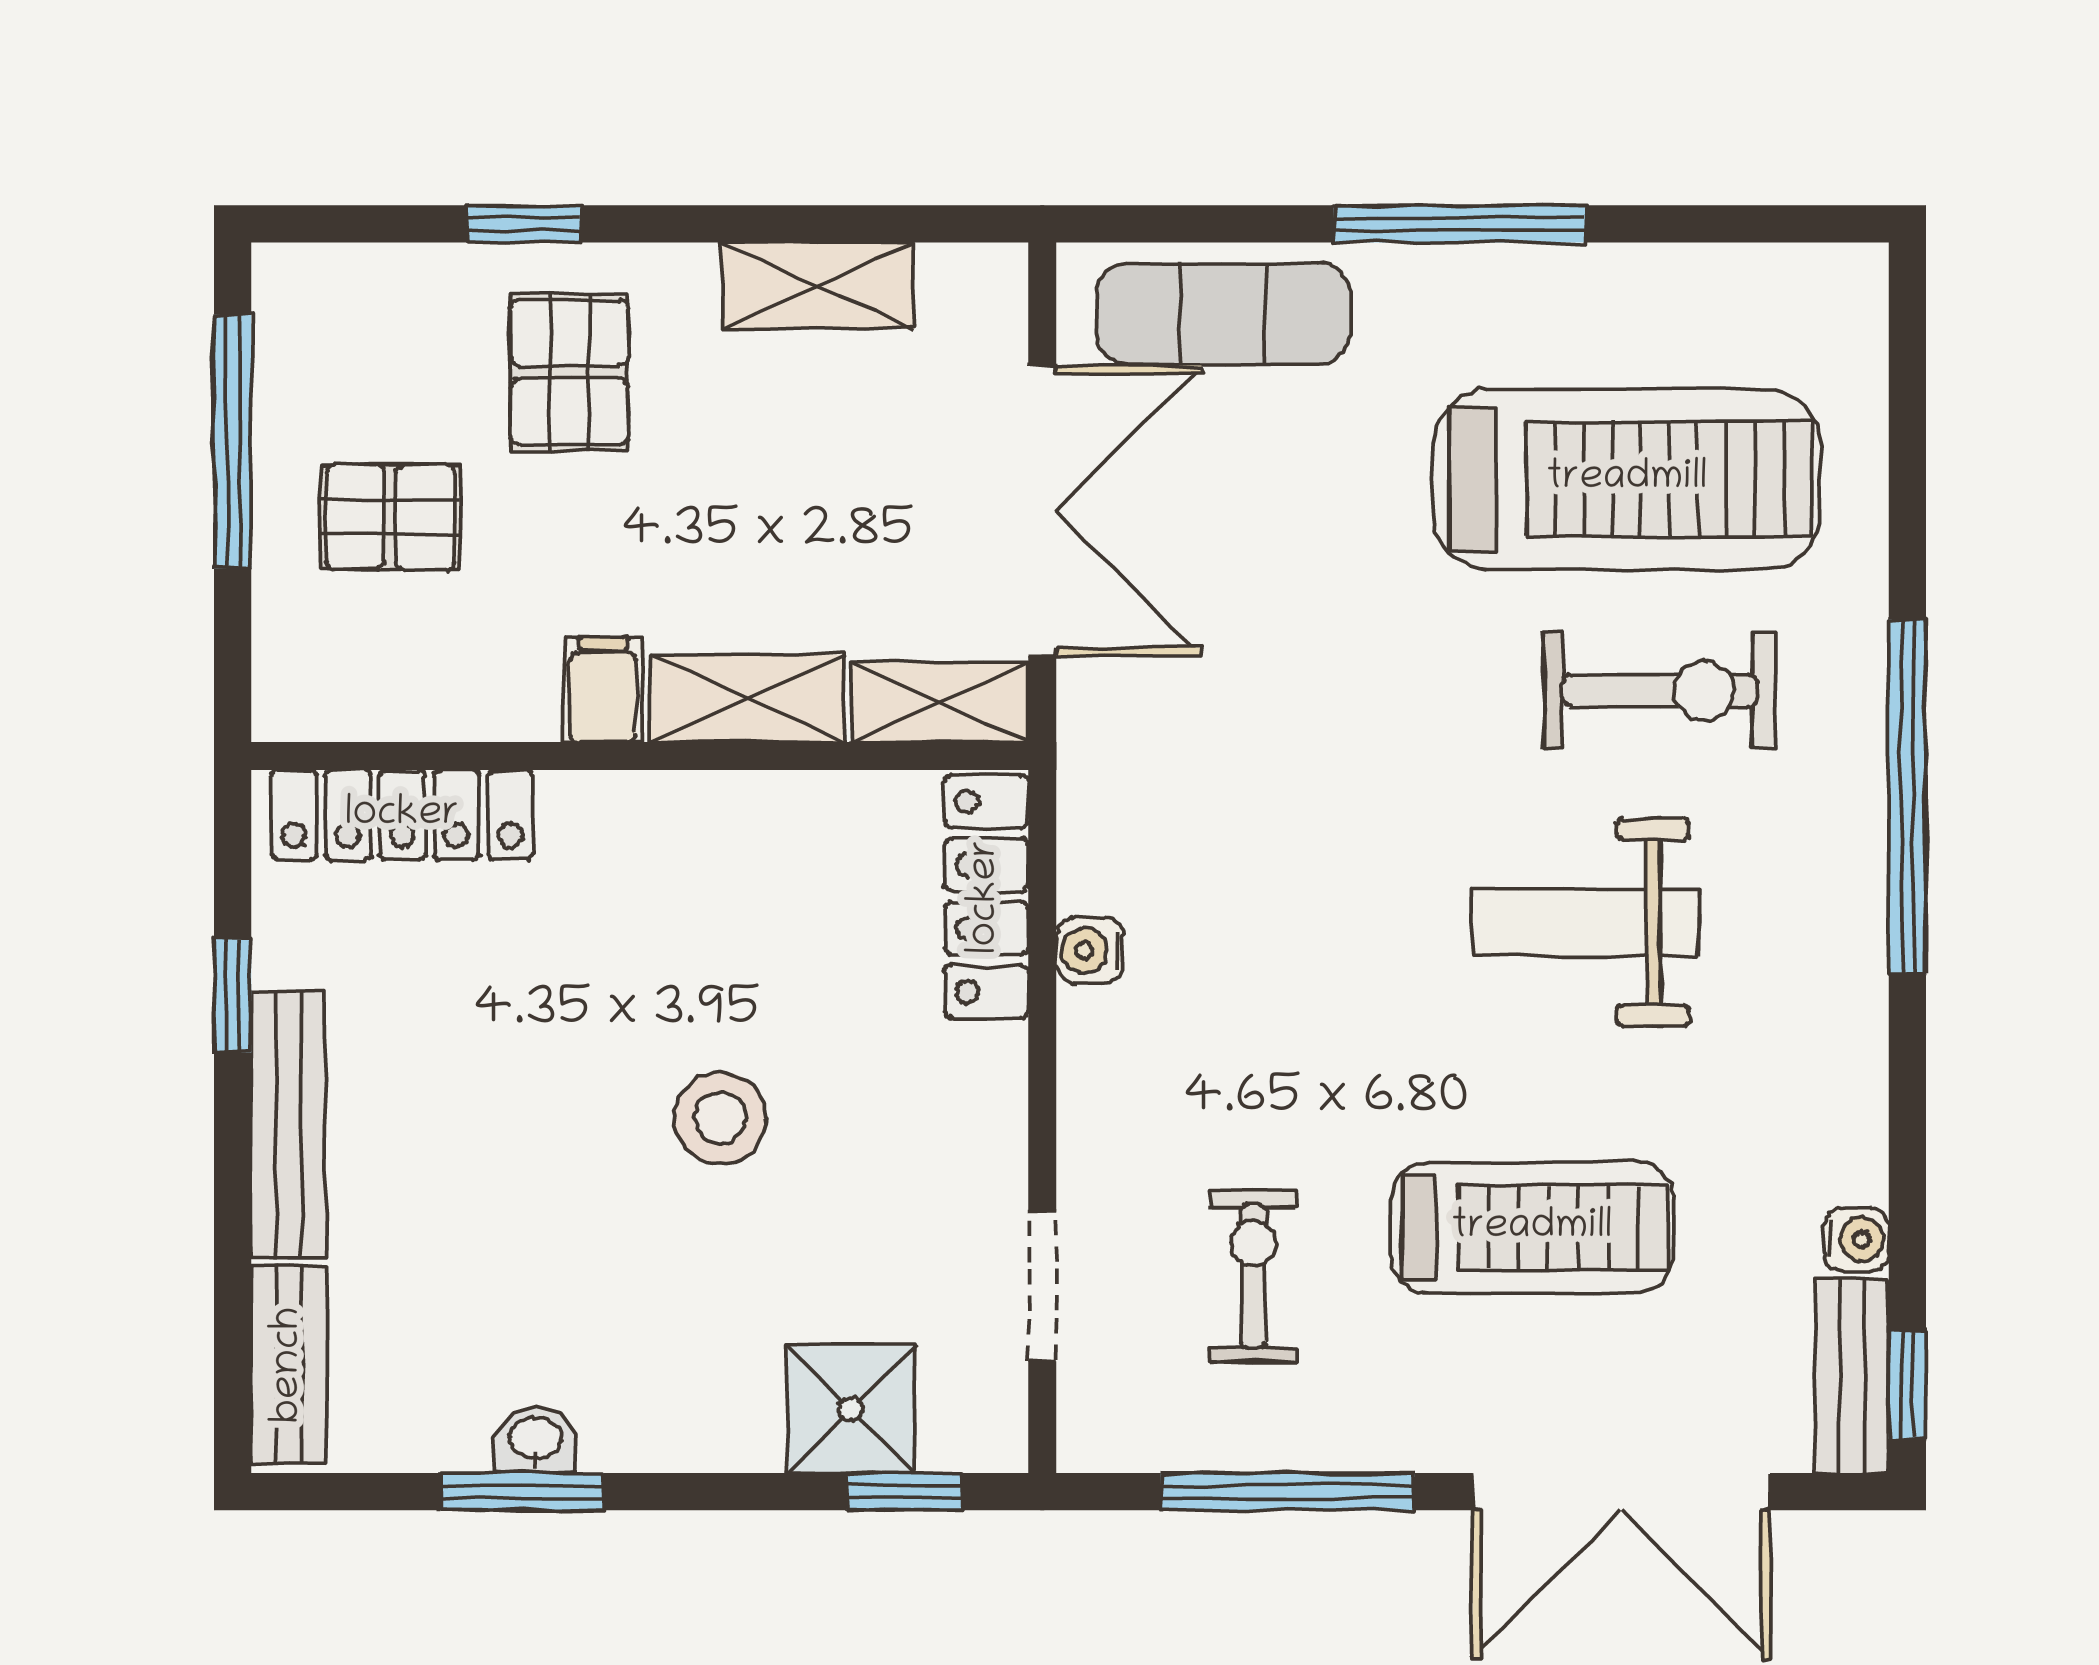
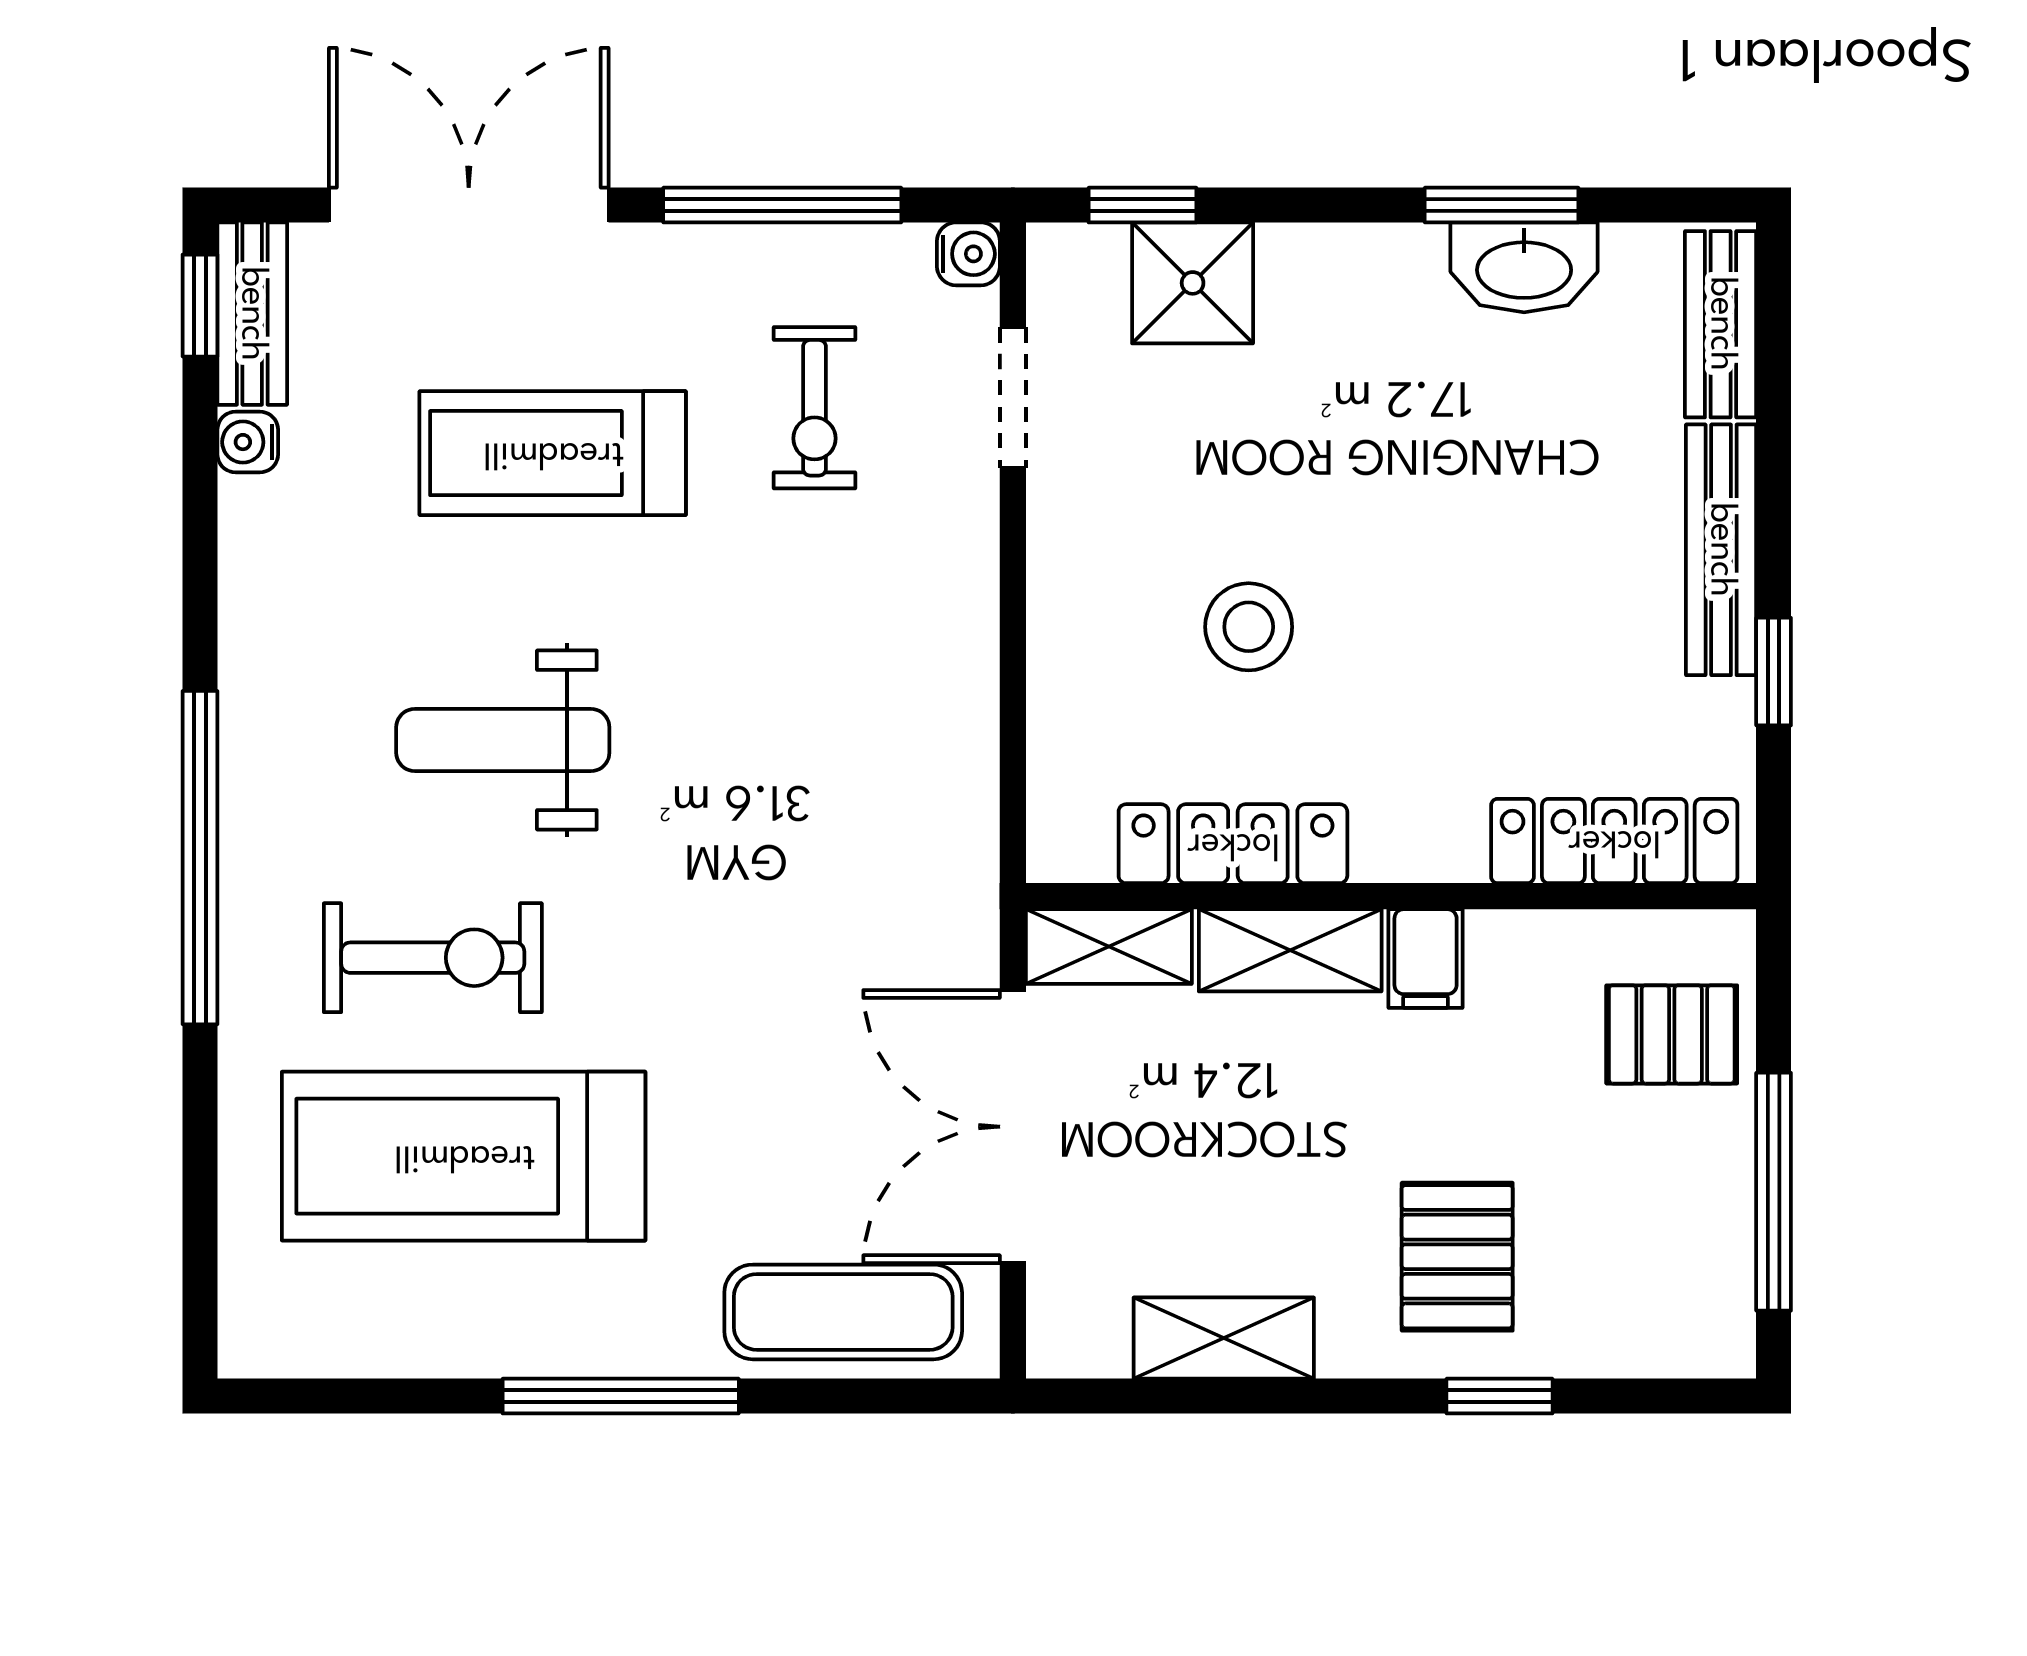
pallet: (390, 517) -> (1672, 1034), moved
exercise bike: (1660, 691) -> (433, 958), turned 180
locker: (986, 897) -> (1233, 844), moved, turned -90
weight bench: (1585, 922) -> (503, 740), turned 180
water cooler: (1090, 950) -> (968, 254), moved
stool: (720, 1118) -> (1249, 627), moved
washbasin: (536, 1440) -> (1524, 267), width x1.91, depth x1.45

